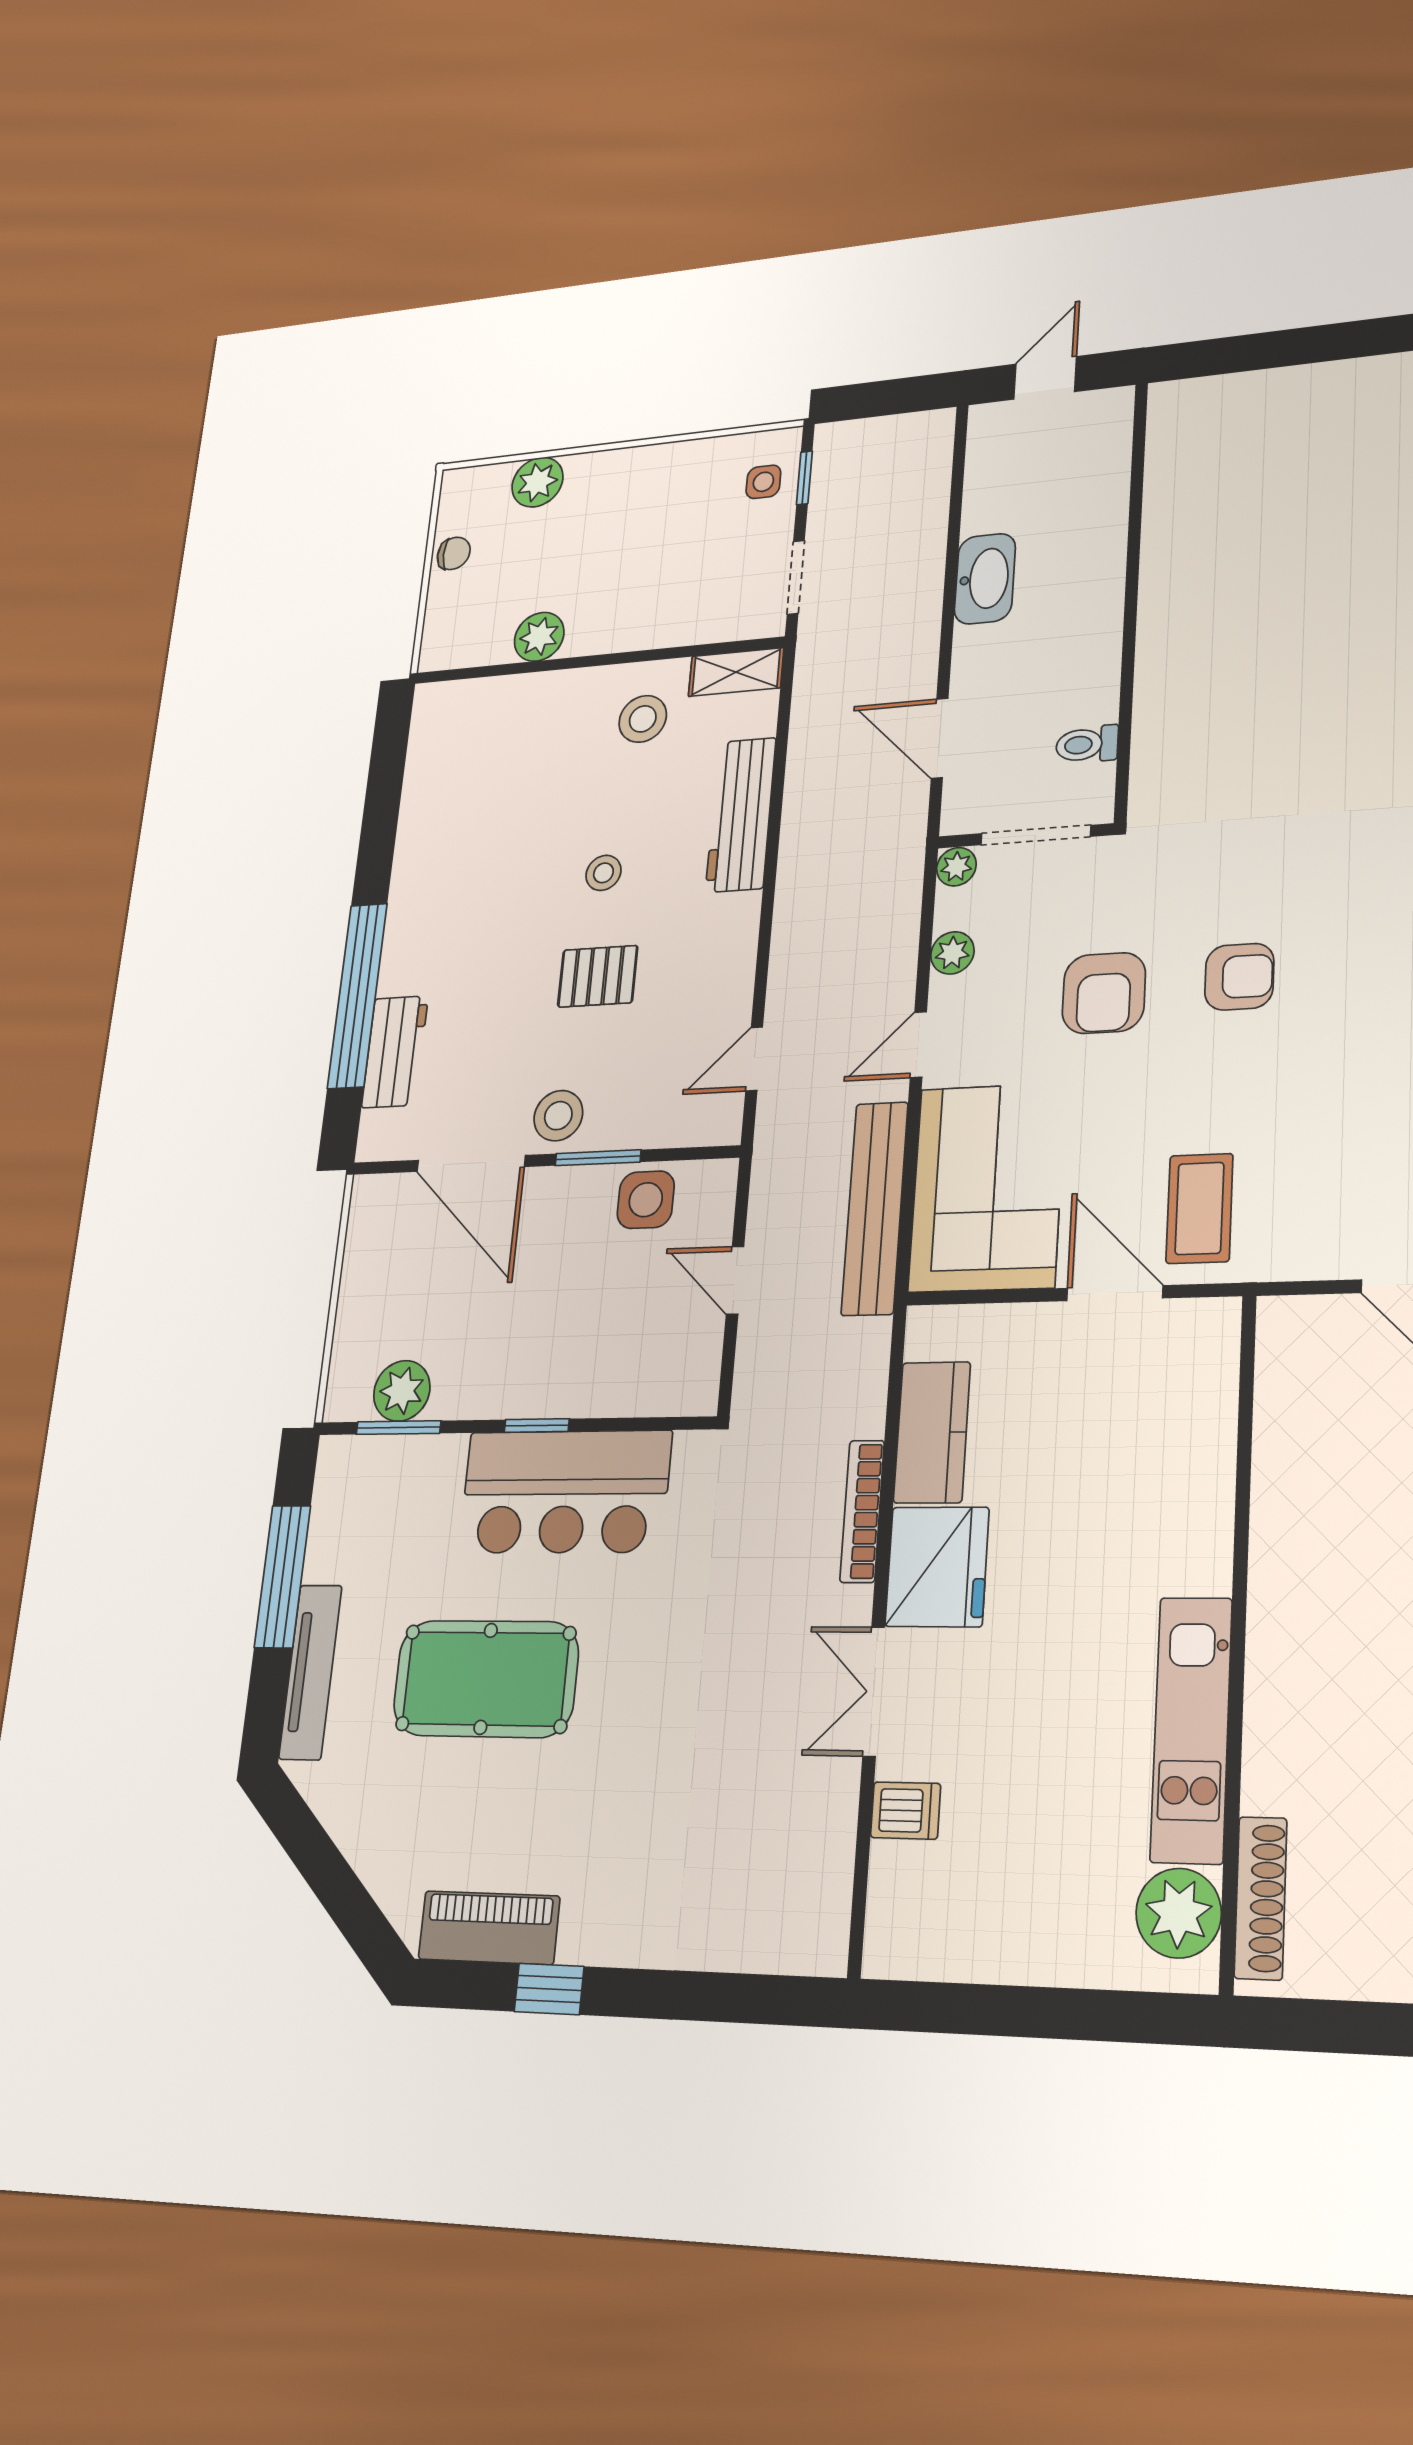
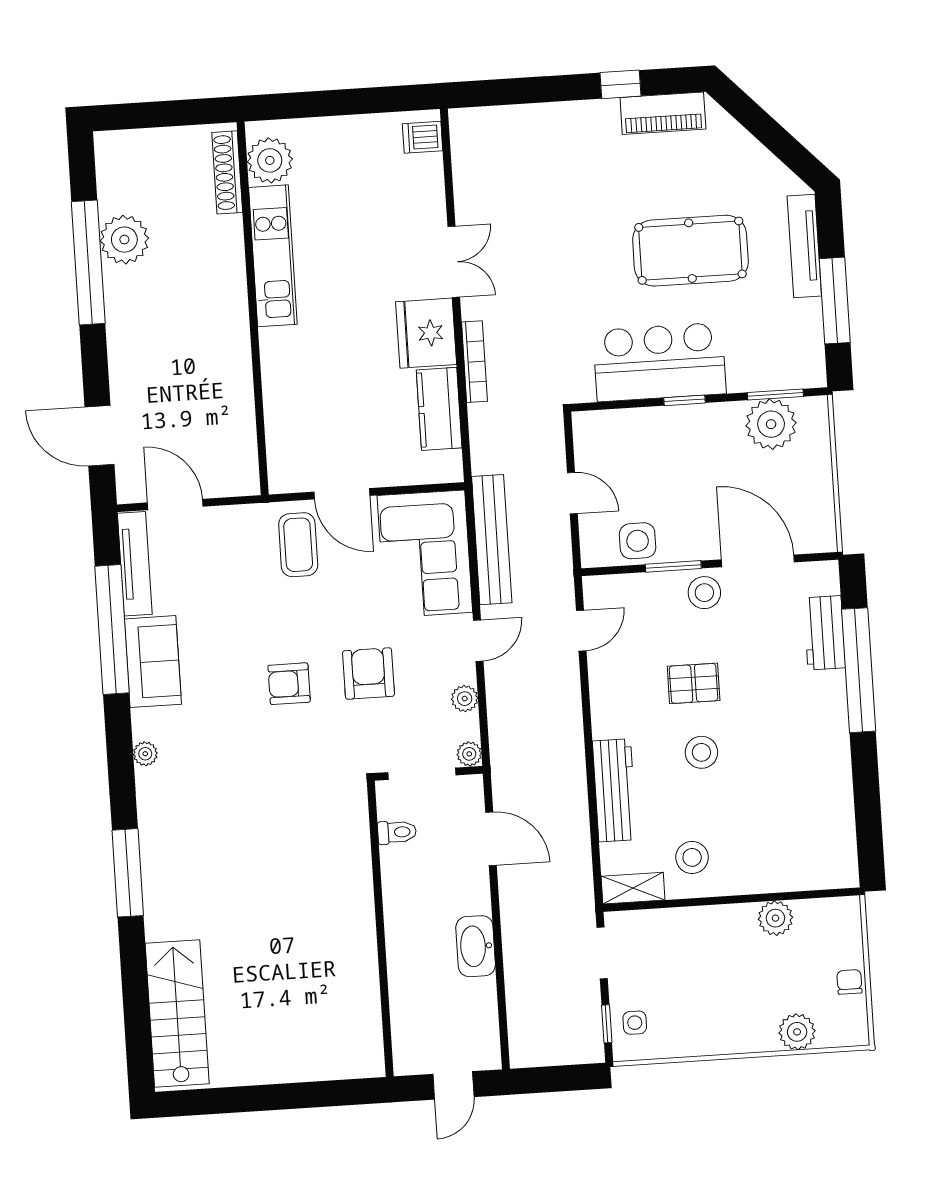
chair: (454, 553) -> (849, 982), turned 90
stool: (603, 873) -> (701, 752), width x1.37, depth x1.37
plant: (402, 1391) -> (771, 424), width x1.36, depth x1.36
dishwasher: (906, 1811) -> (423, 137), moved

